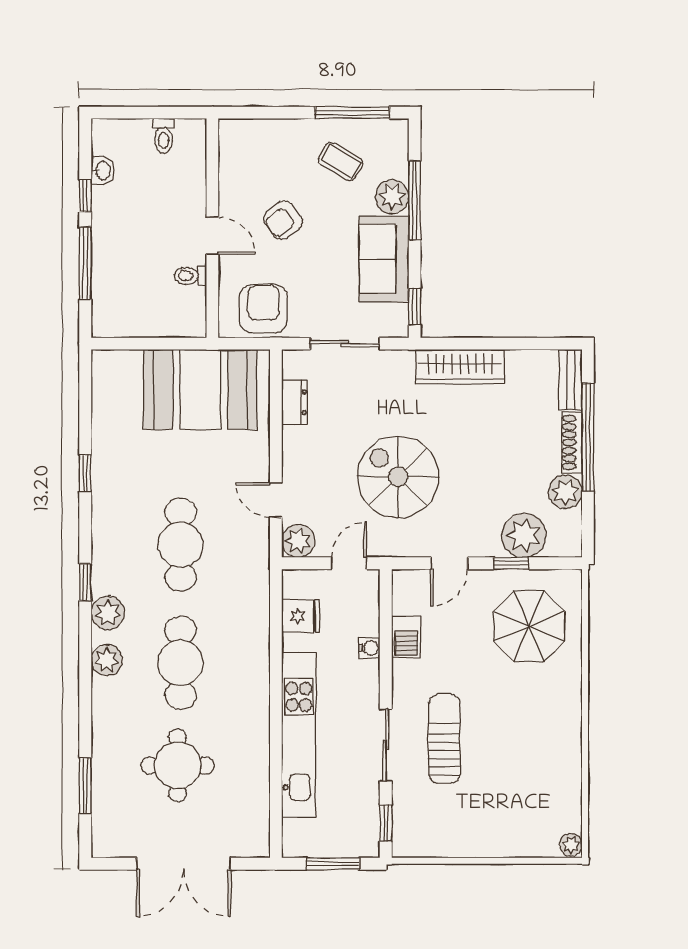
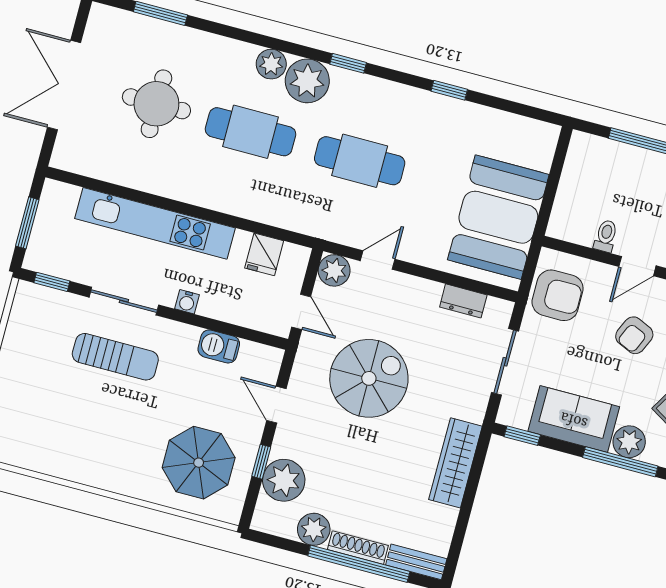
armchair: (283, 220) -> (634, 335), turned -119
plant: (108, 613) -> (307, 81), width x1.36, depth x1.36
water cooler: (369, 648) -> (187, 302), moved

